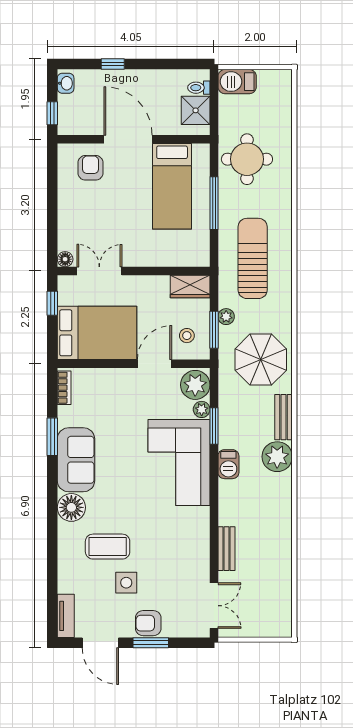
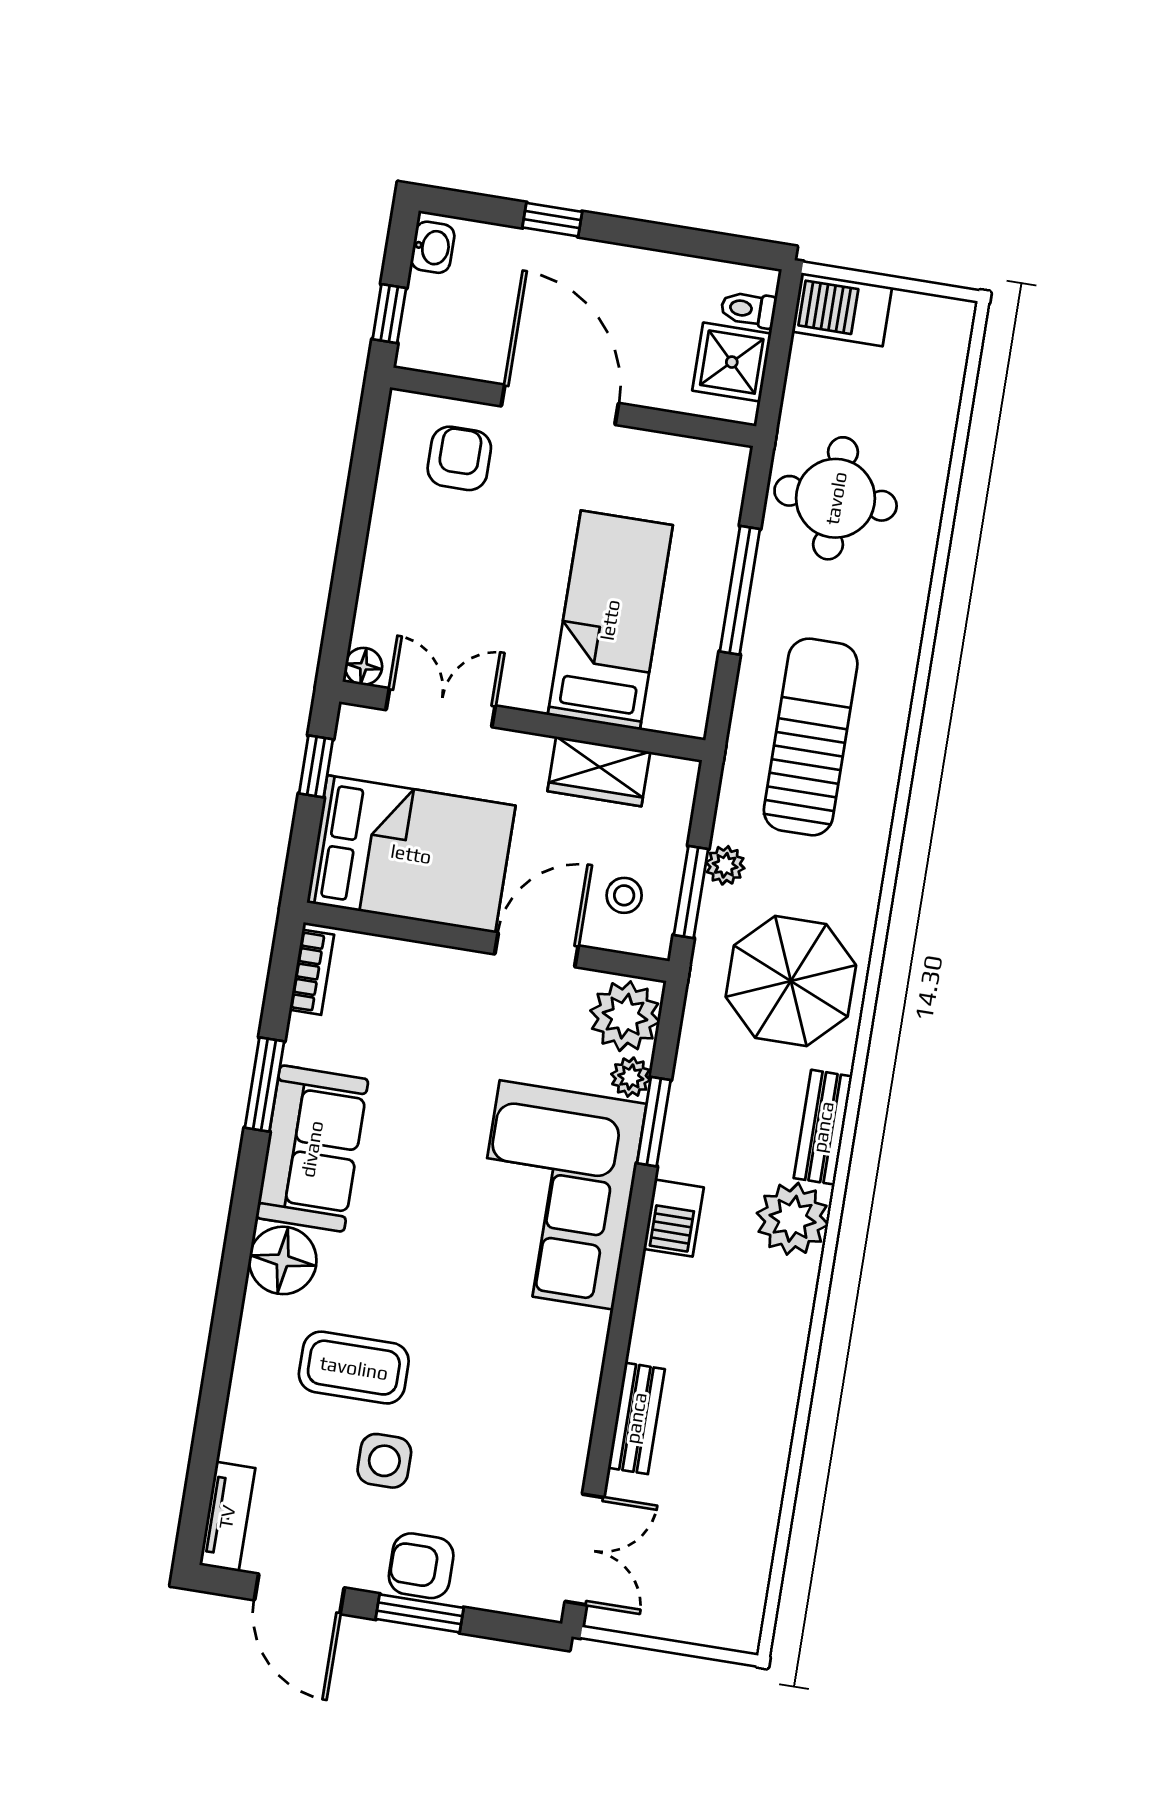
bed: (172, 186) -> (610, 620), moved, turned 180
wardrobe: (190, 287) -> (599, 771), moved

